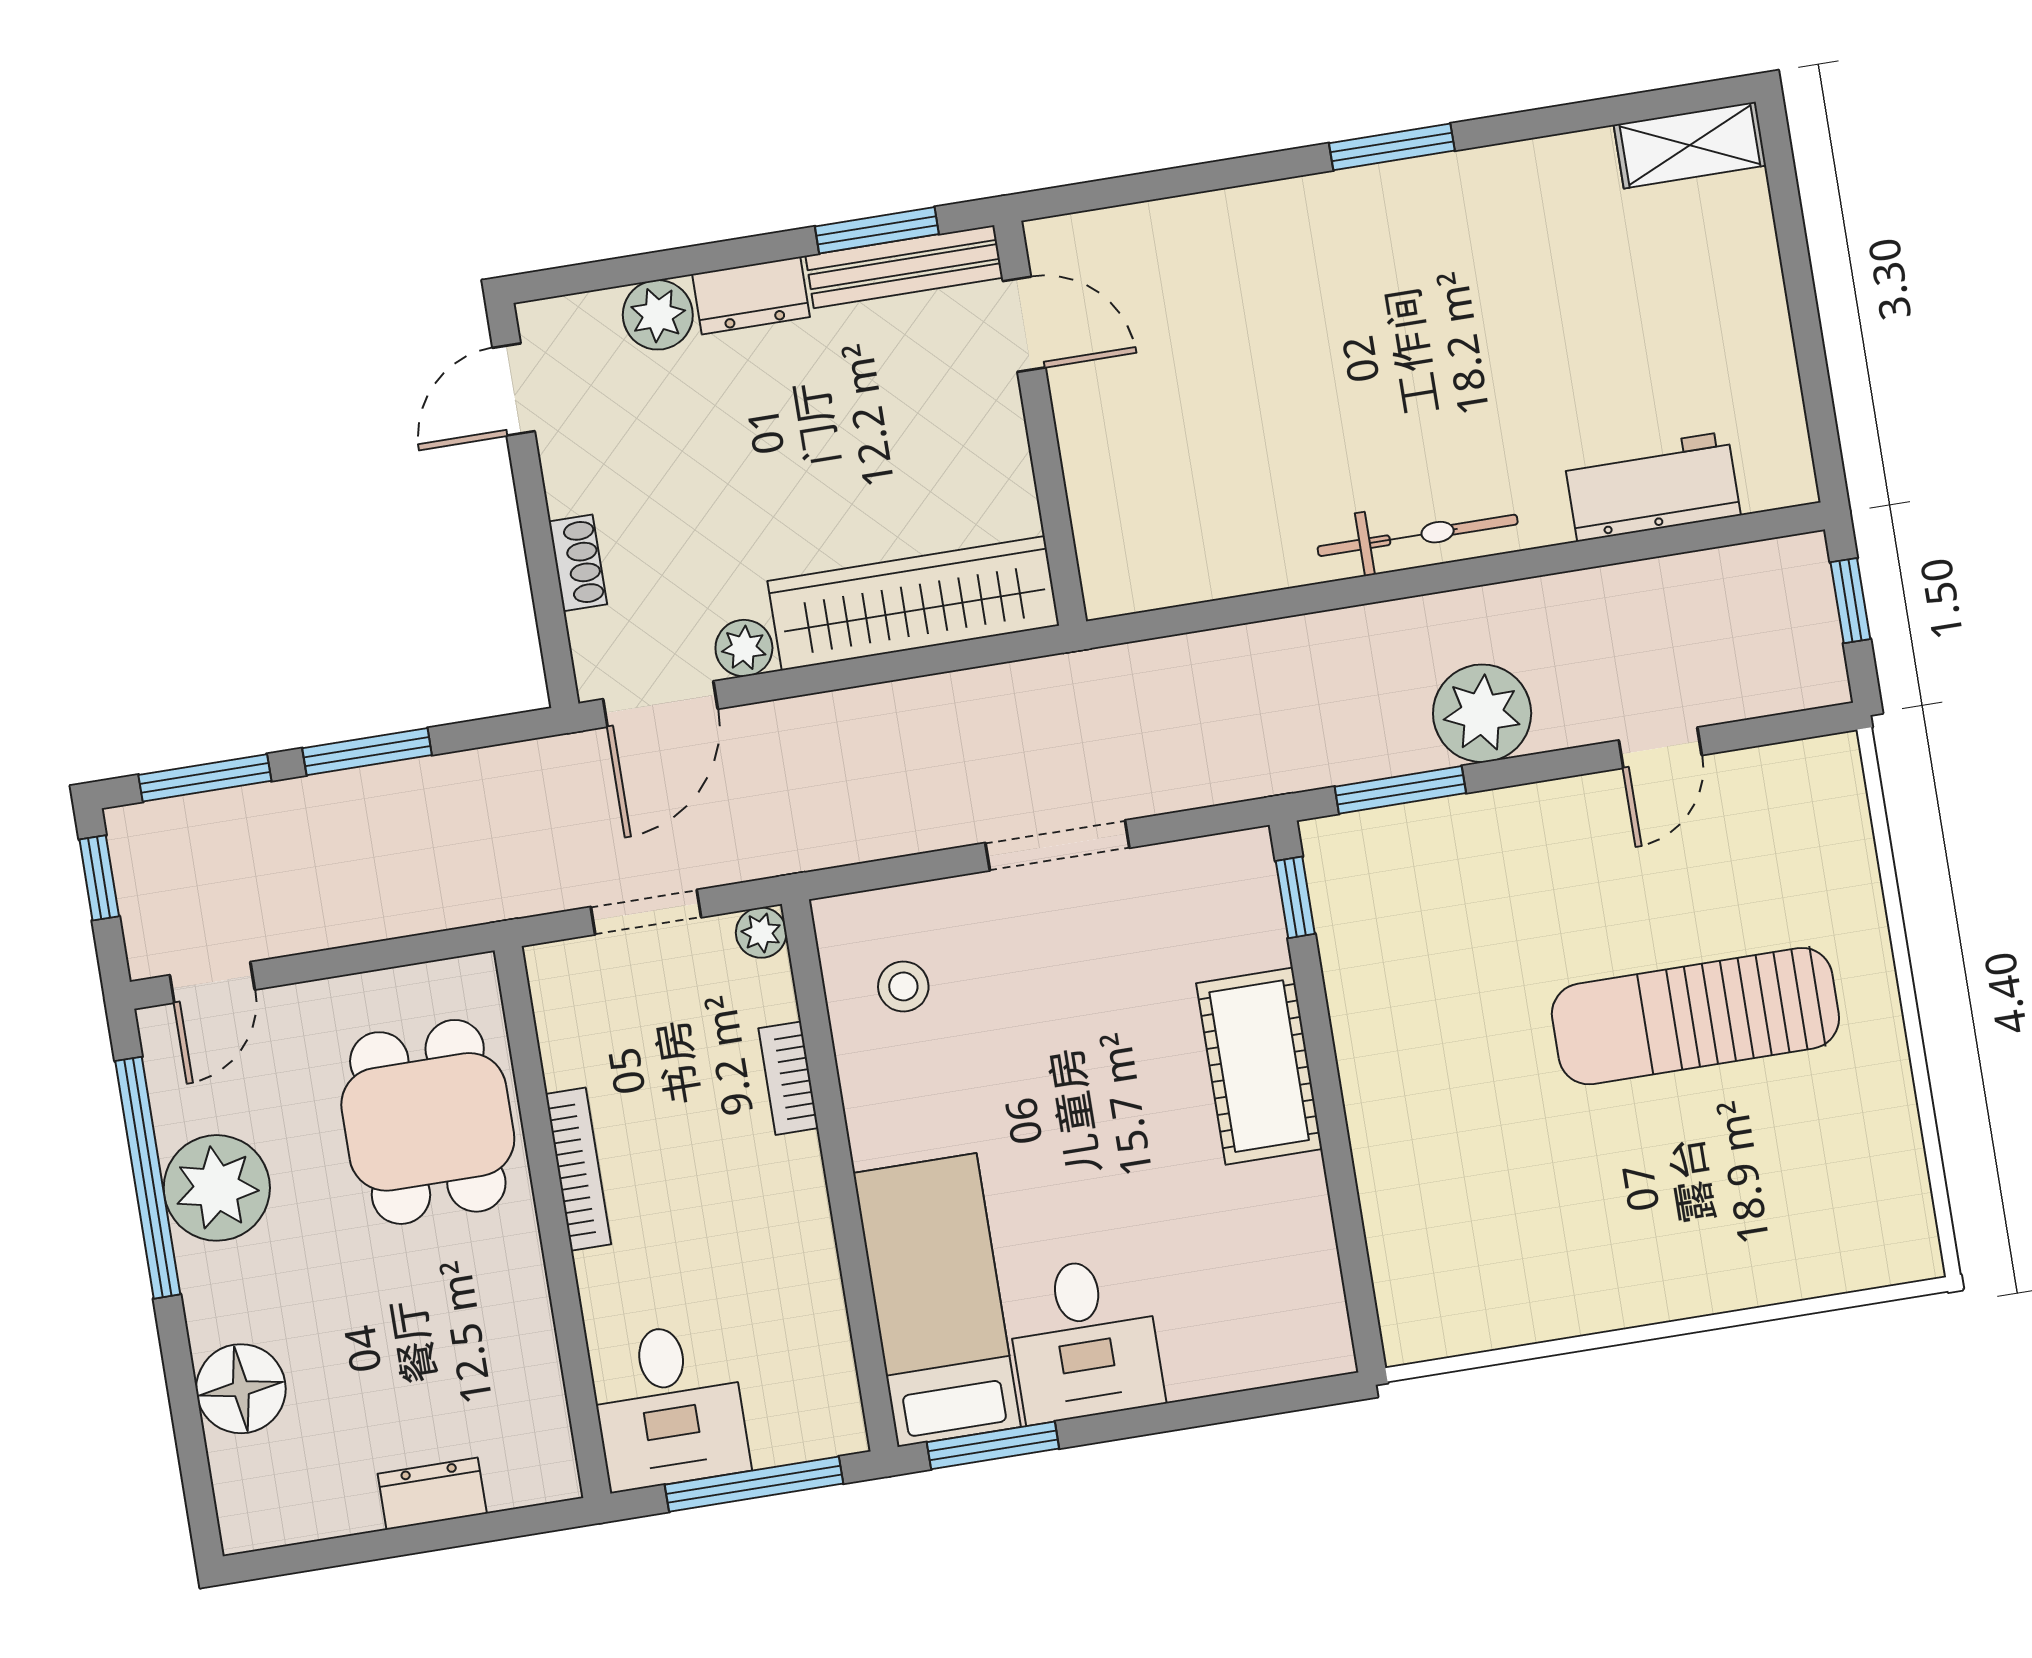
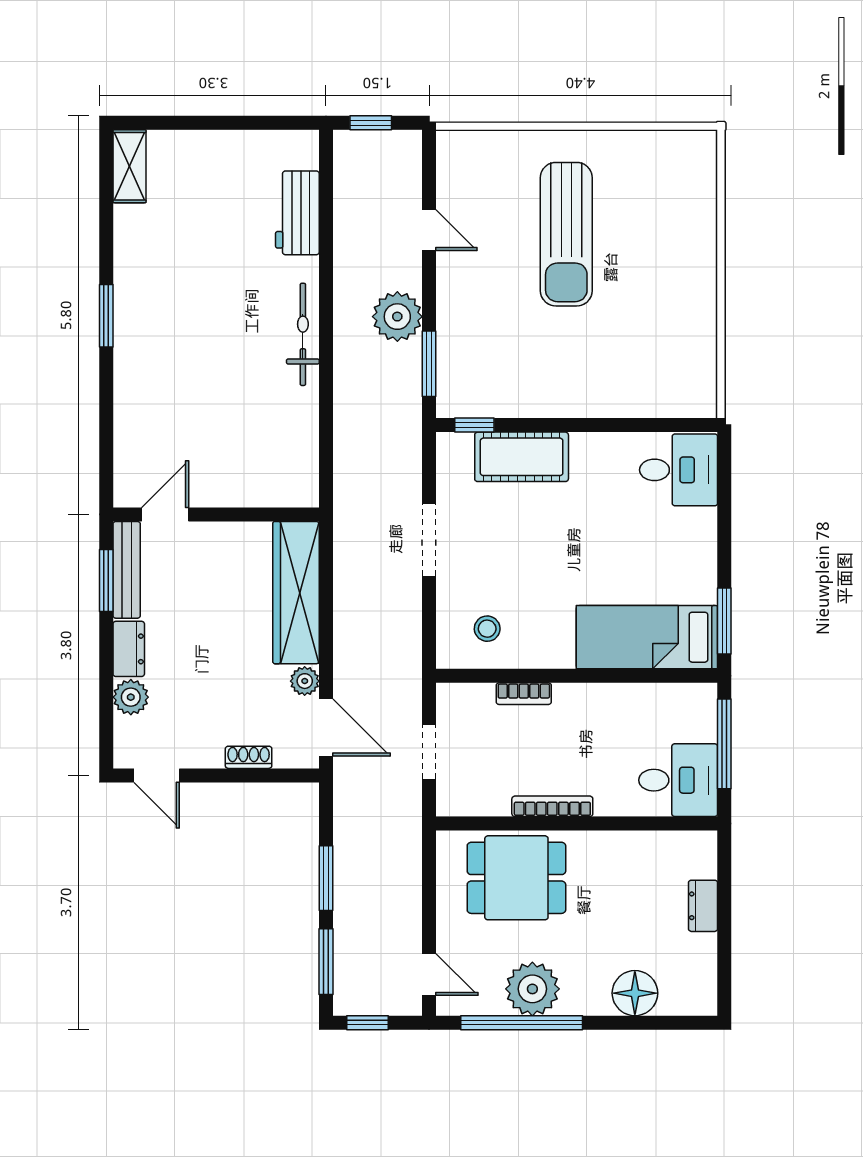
plant: (761, 933) -> (449, 695), removed
cot: (1259, 1066) -> (522, 457), moved
desk: (1084, 1339) -> (679, 470), moved

